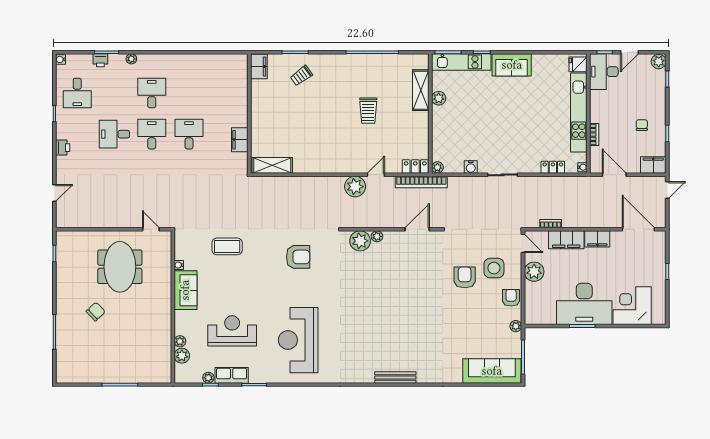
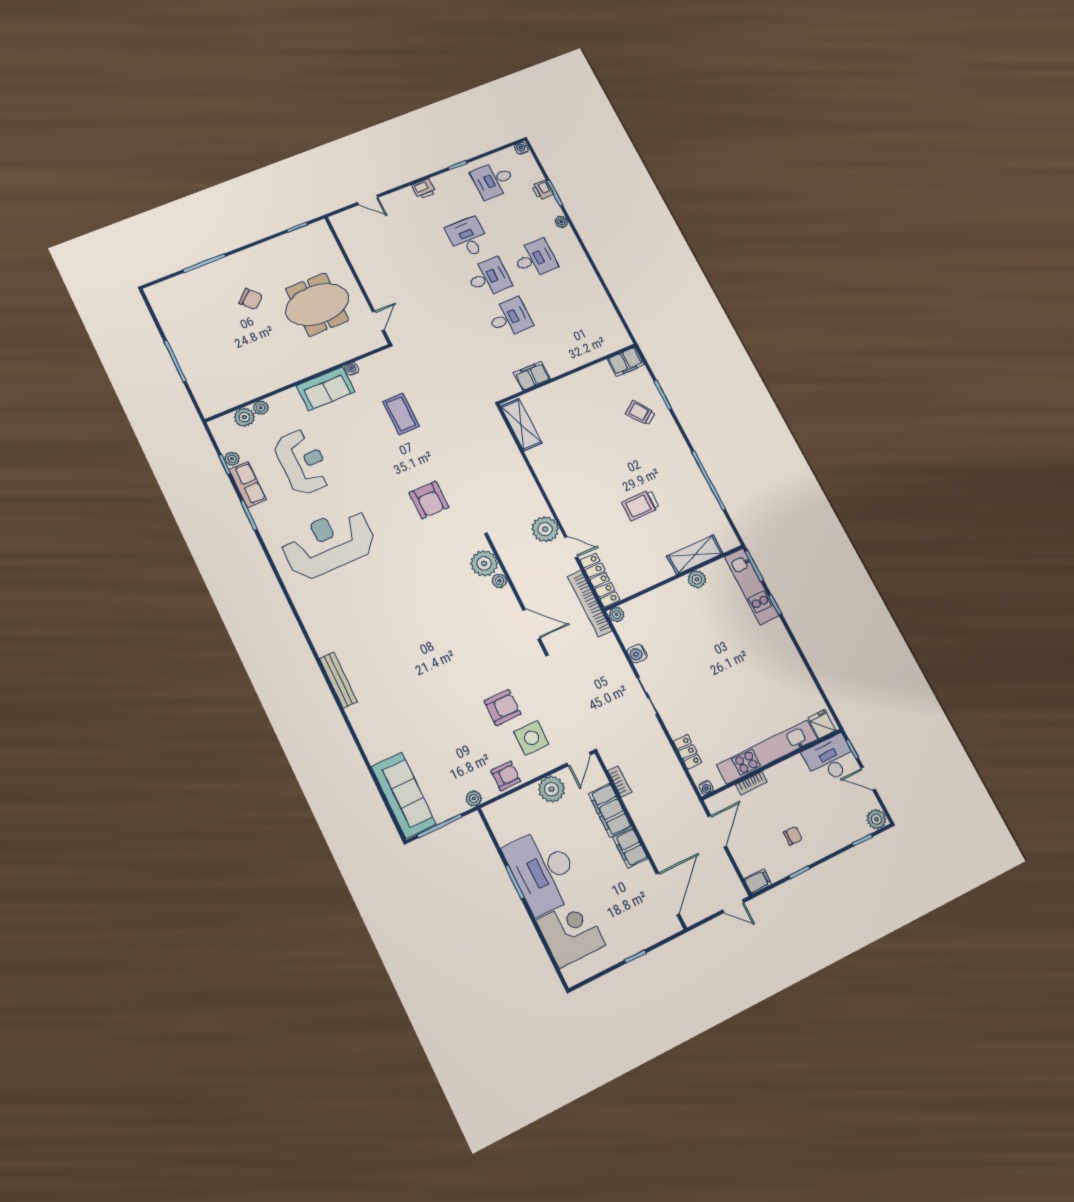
sofa: (512, 65) -> (779, 646), removed
filing cabinet: (653, 165) -> (758, 881), width x0.50
locker: (415, 167) -> (600, 580), width x1.53

